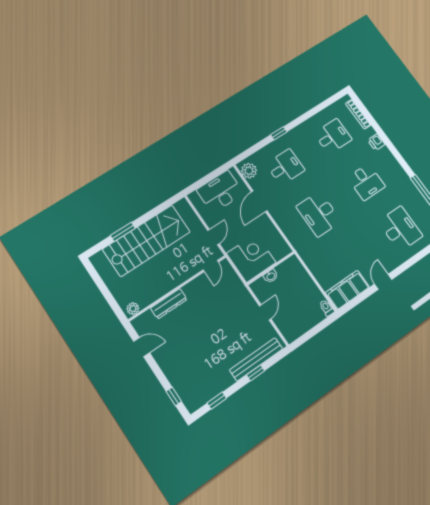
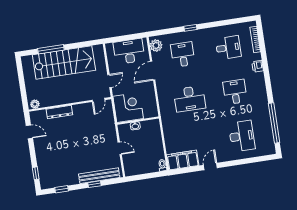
desk: (285, 167) -> (183, 55), turned -90
desk: (366, 182) -> (235, 92), turned 180
desk: (319, 214) -> (190, 99), turned -90
window: (123, 232) -> (51, 49), width x1.44
door: (265, 312) -> (120, 148), hinge flipped

